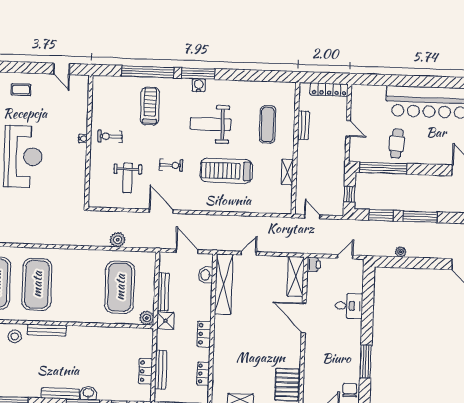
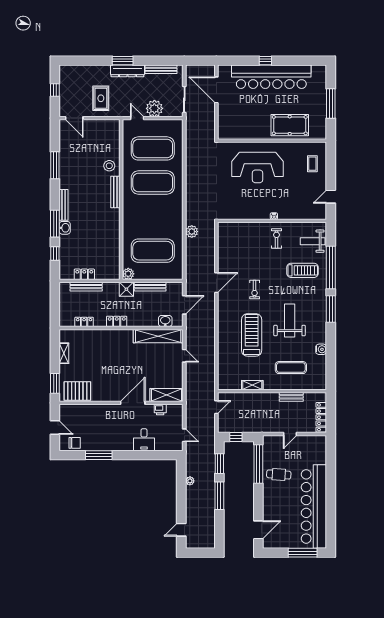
water cooler: (199, 85) -> (321, 349), moved
weight bench: (127, 178) -> (313, 241), moved
plant: (118, 240) -> (192, 232), moved
printer: (314, 264) -> (160, 410), moved

